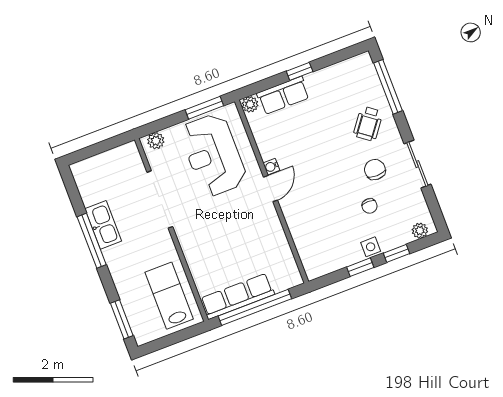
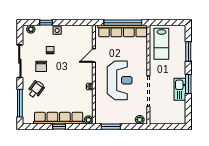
row of seats: (283, 95) -> (59, 118), width x2.02
reception desk: (213, 155) -> (120, 80), moved
sliding door: (417, 164) -> (20, 61), width x1.37
door: (271, 189) -> (94, 55), moved
window: (92, 241) -> (188, 84), width x0.69
window: (360, 267) -> (66, 23), removed
row of seats: (237, 296) -> (123, 31), width x1.36
window: (122, 319) -> (188, 52), moved

